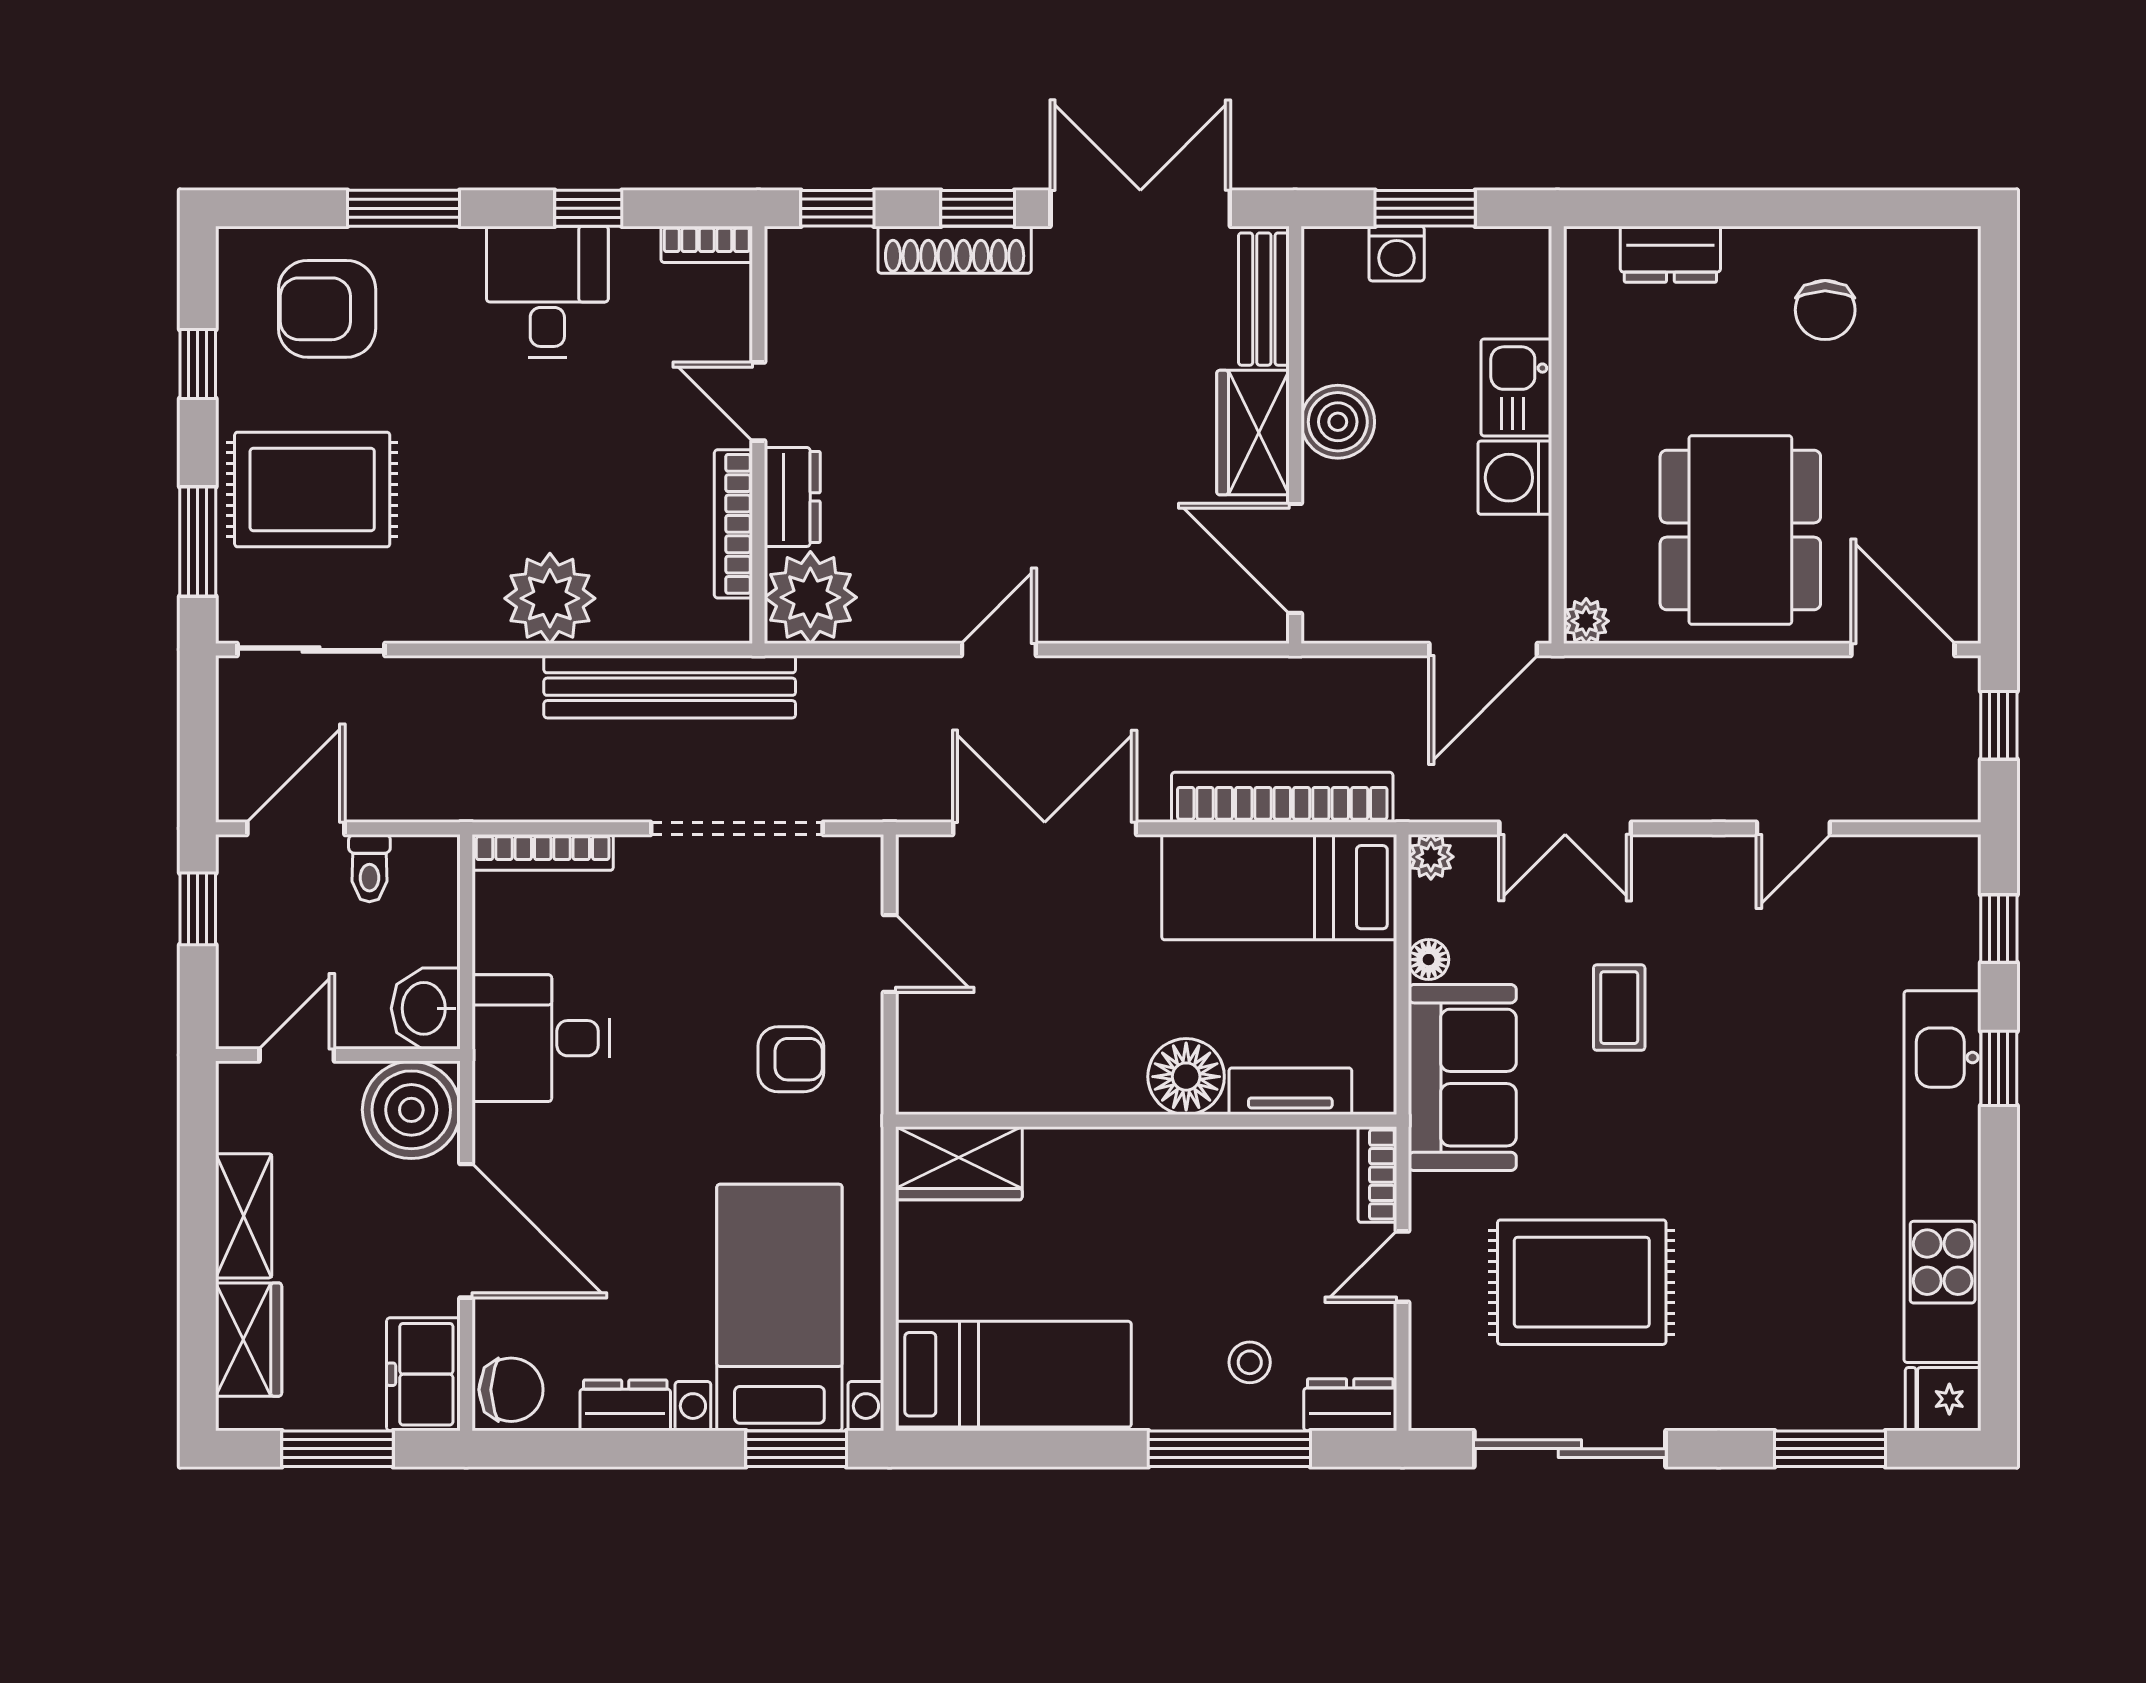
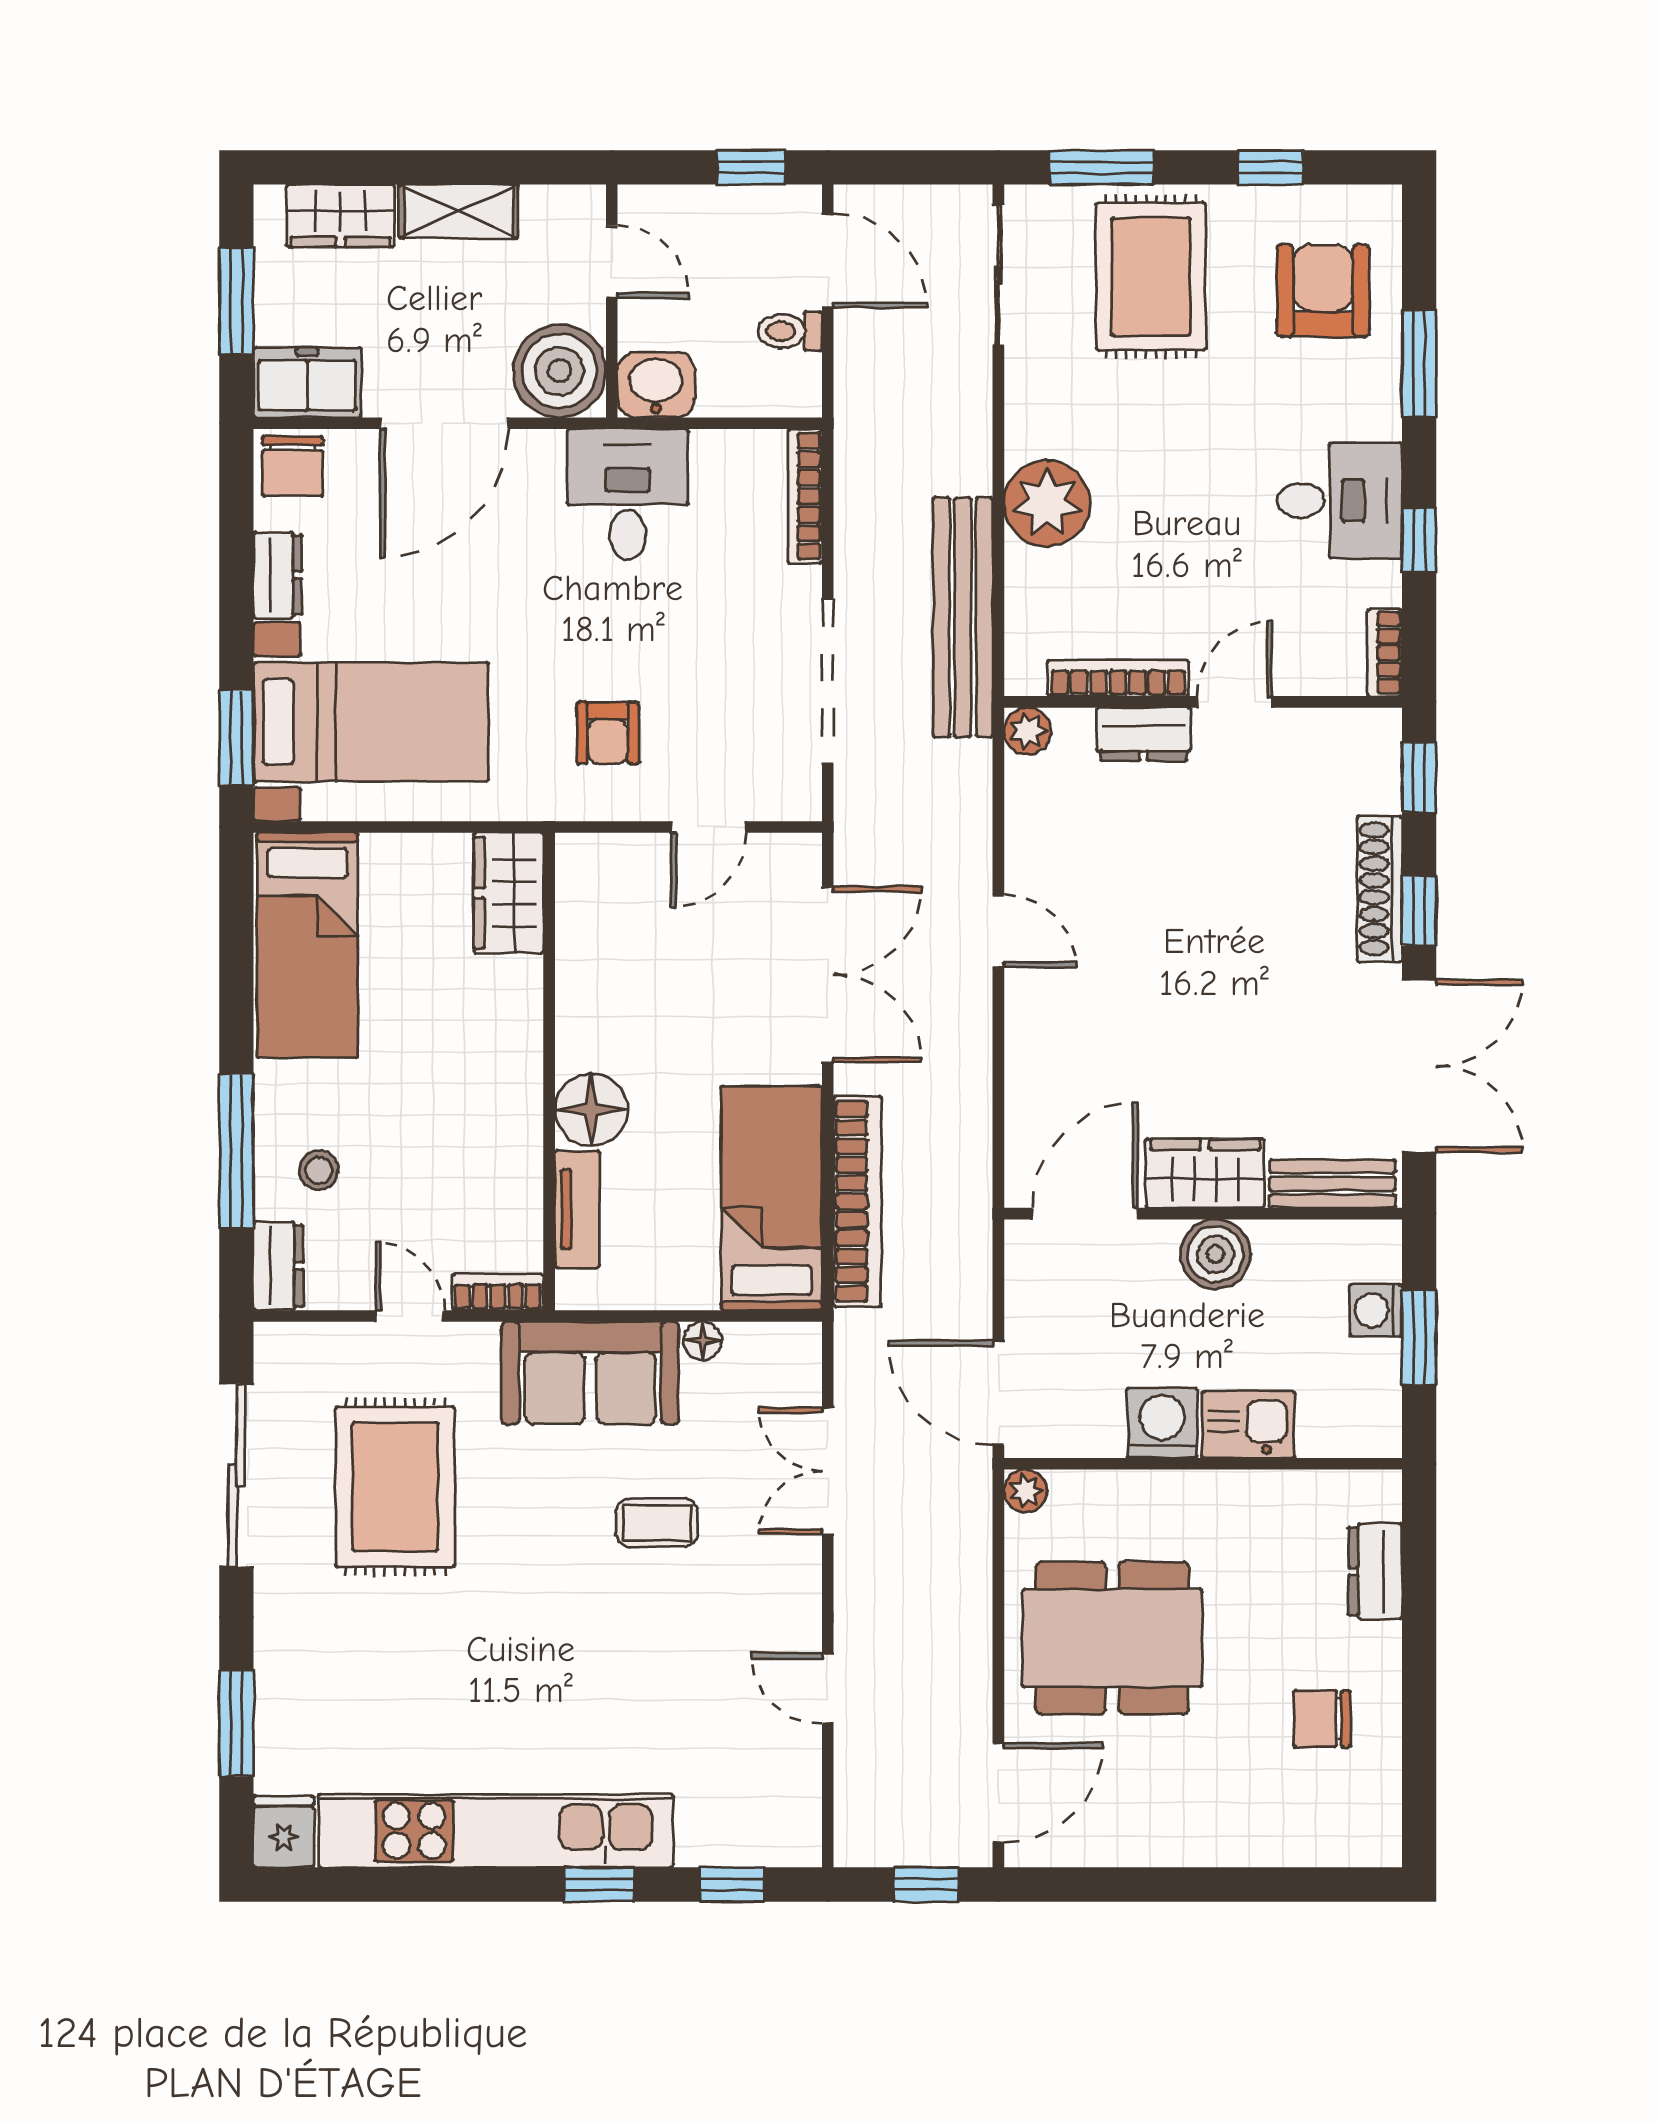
plant: (810, 597) -> (1027, 731), width x0.53, depth x0.53
plant: (1431, 857) -> (801, 1343), removed

